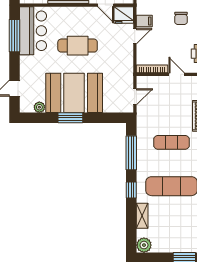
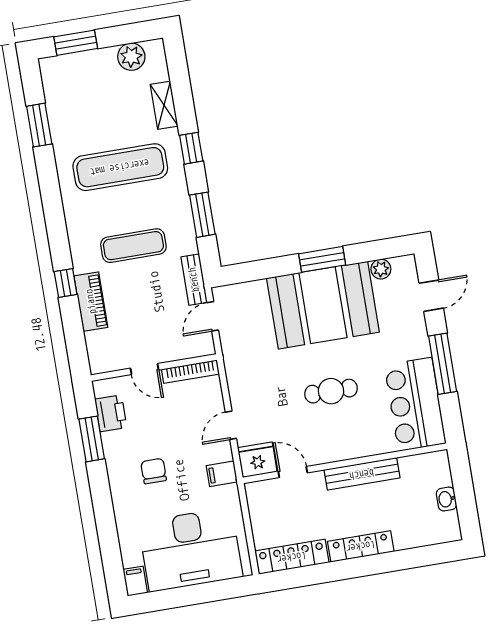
filing cabinet: (144, 21) -> (222, 474), moved
window: (15, 36) -> (443, 364), moved
cafe table: (78, 46) -> (331, 391), width x0.73, depth x0.74
bench: (142, 118) -> (194, 280), added
window: (131, 153) -> (202, 215), width x0.69
plant: (144, 245) -> (131, 57), moved

